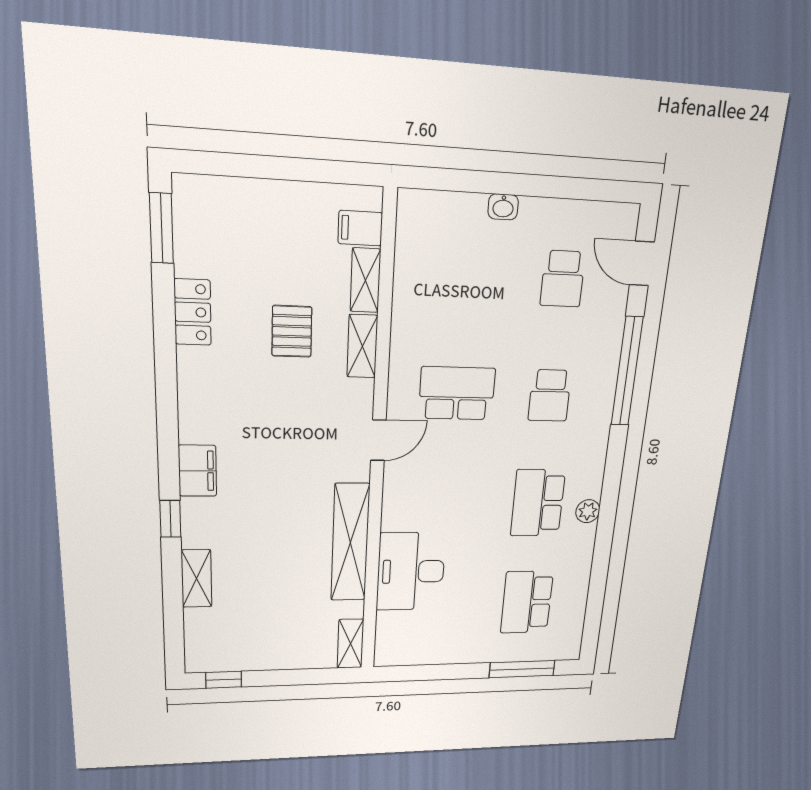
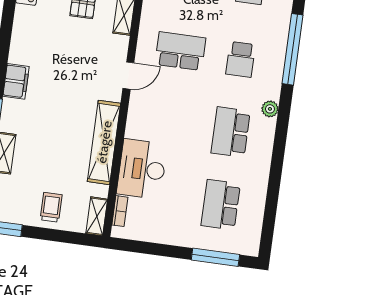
plant: (588, 511) -> (270, 109), moved
bookcase: (384, 632) -> (120, 211), added
trolley: (281, 642) -> (51, 207), added

